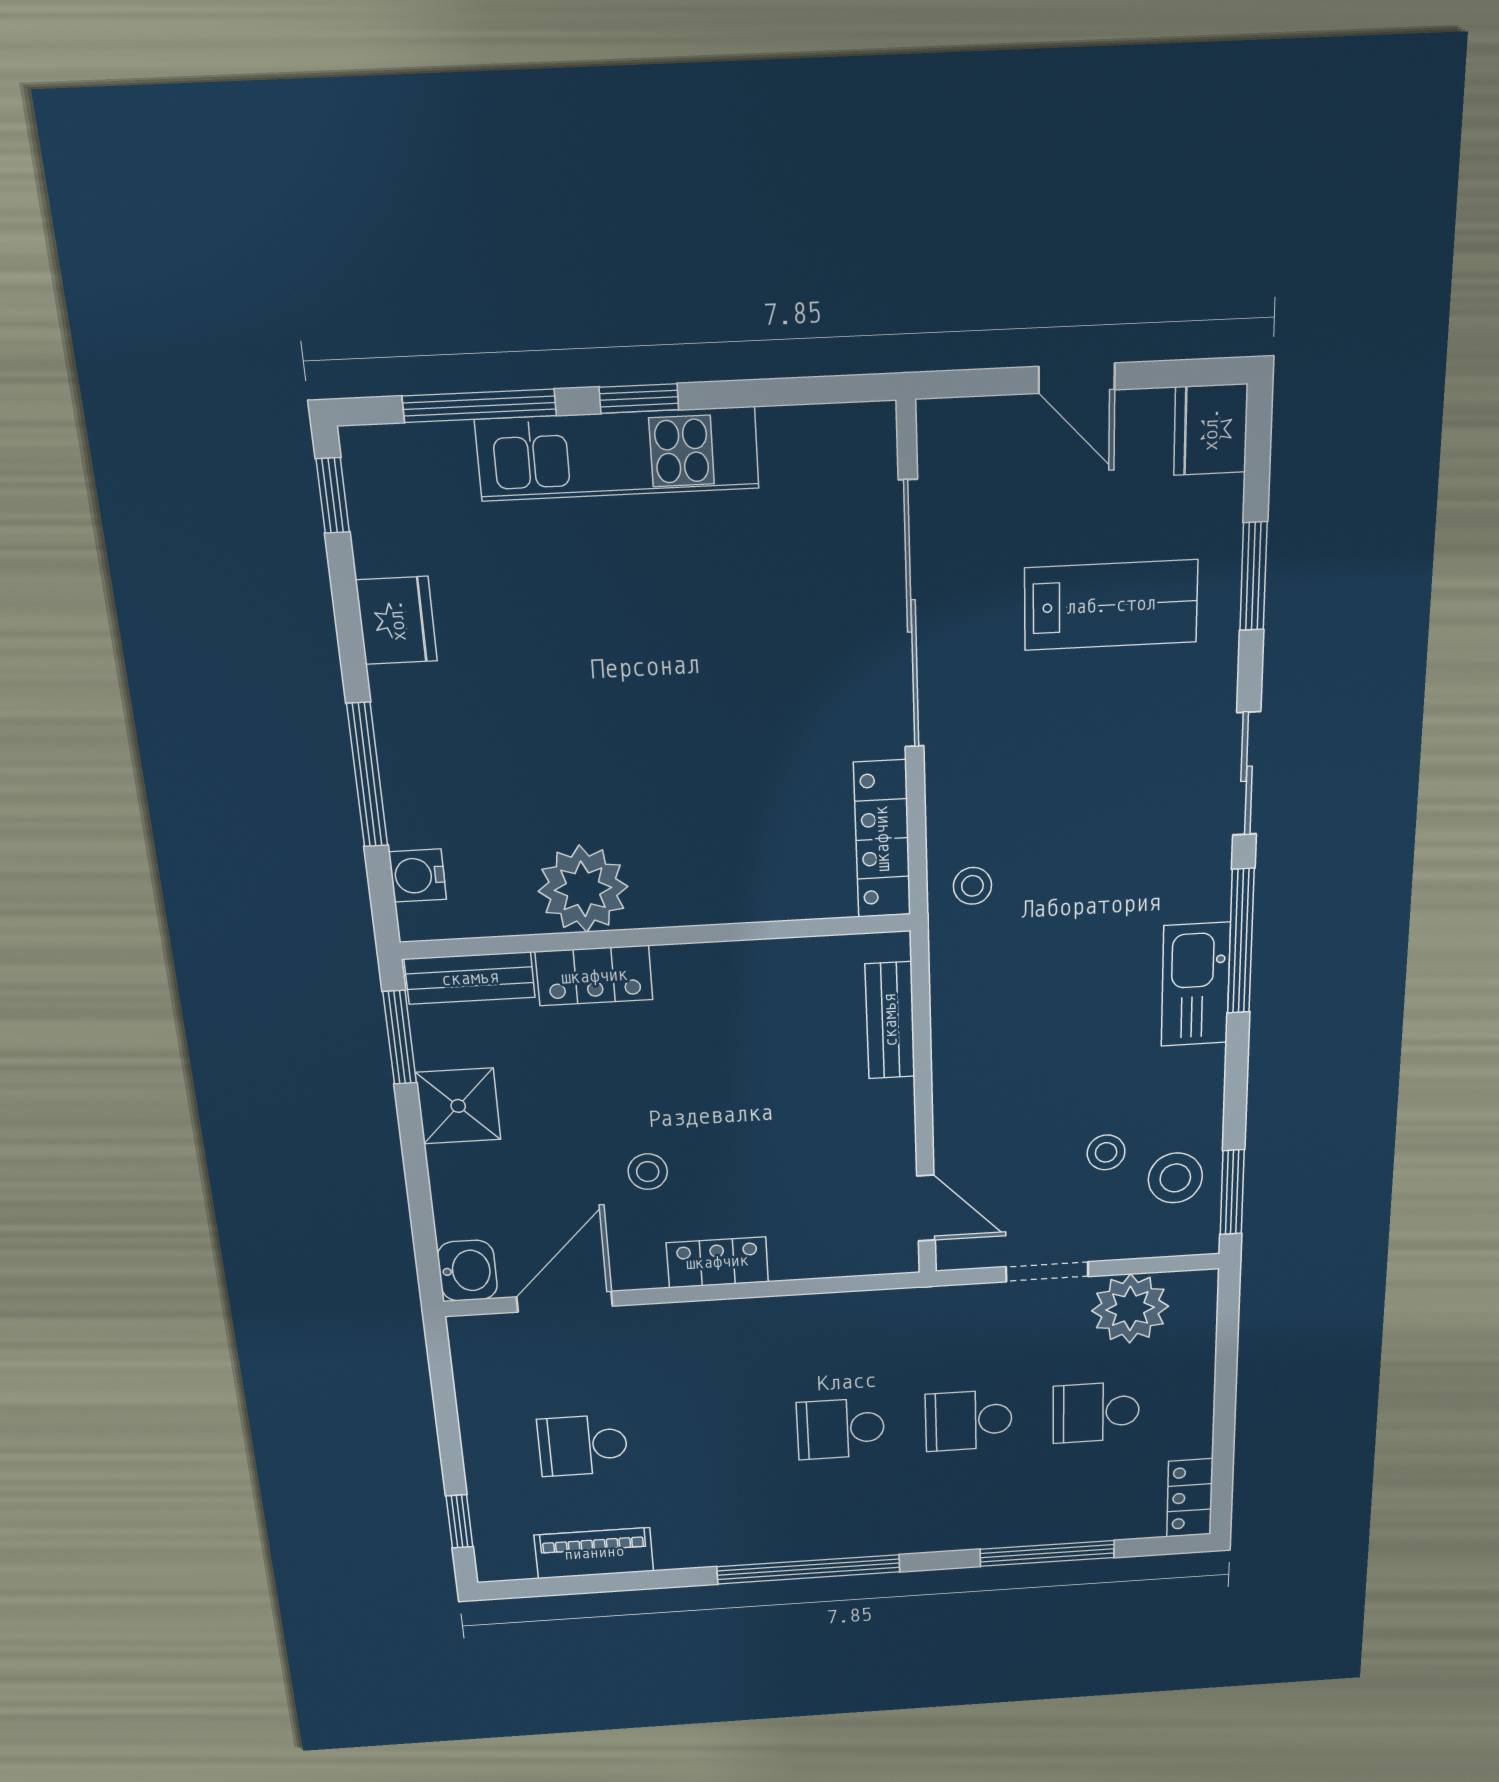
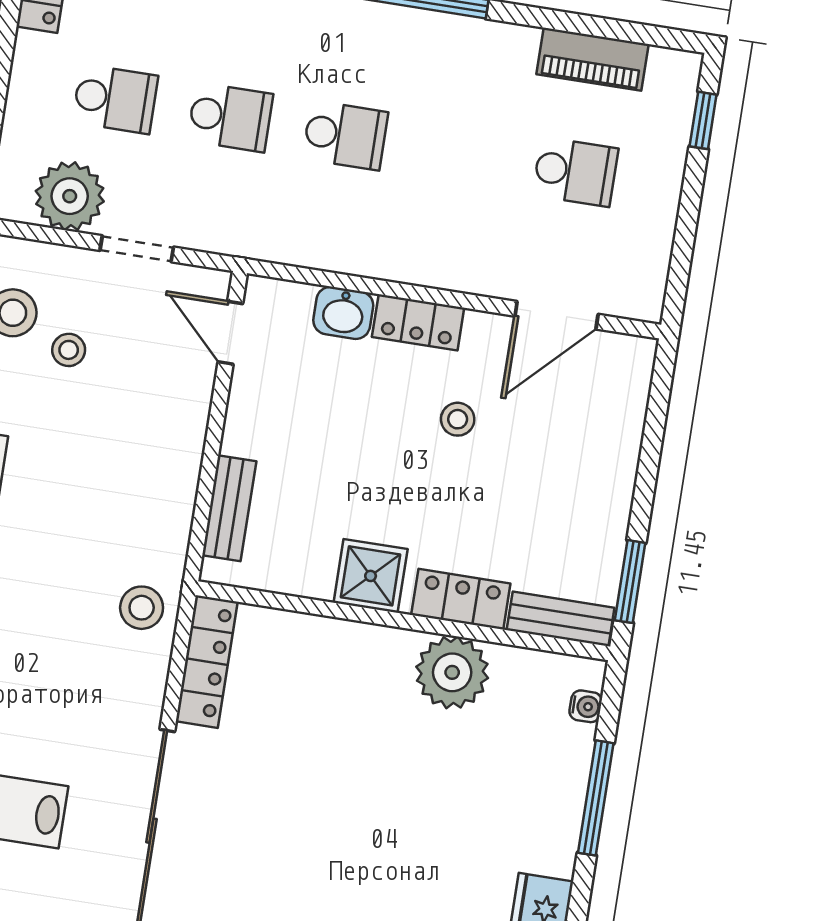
water cooler: (418, 876) -> (586, 706), width x0.72, depth x0.72
stool: (972, 886) -> (142, 608), width x1.37, depth x1.37
shower: (458, 1106) -> (371, 576), moved
washbasin: (467, 1271) -> (343, 313), moved, turned -90

